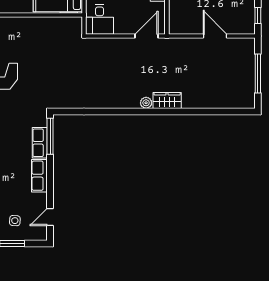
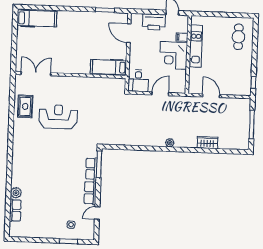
door: (147, 36) -> (160, 94), moved
door: (215, 36) -> (211, 96), moved
wardrobe: (167, 101) -> (207, 143), moved
door: (50, 217) -> (97, 213), moved

